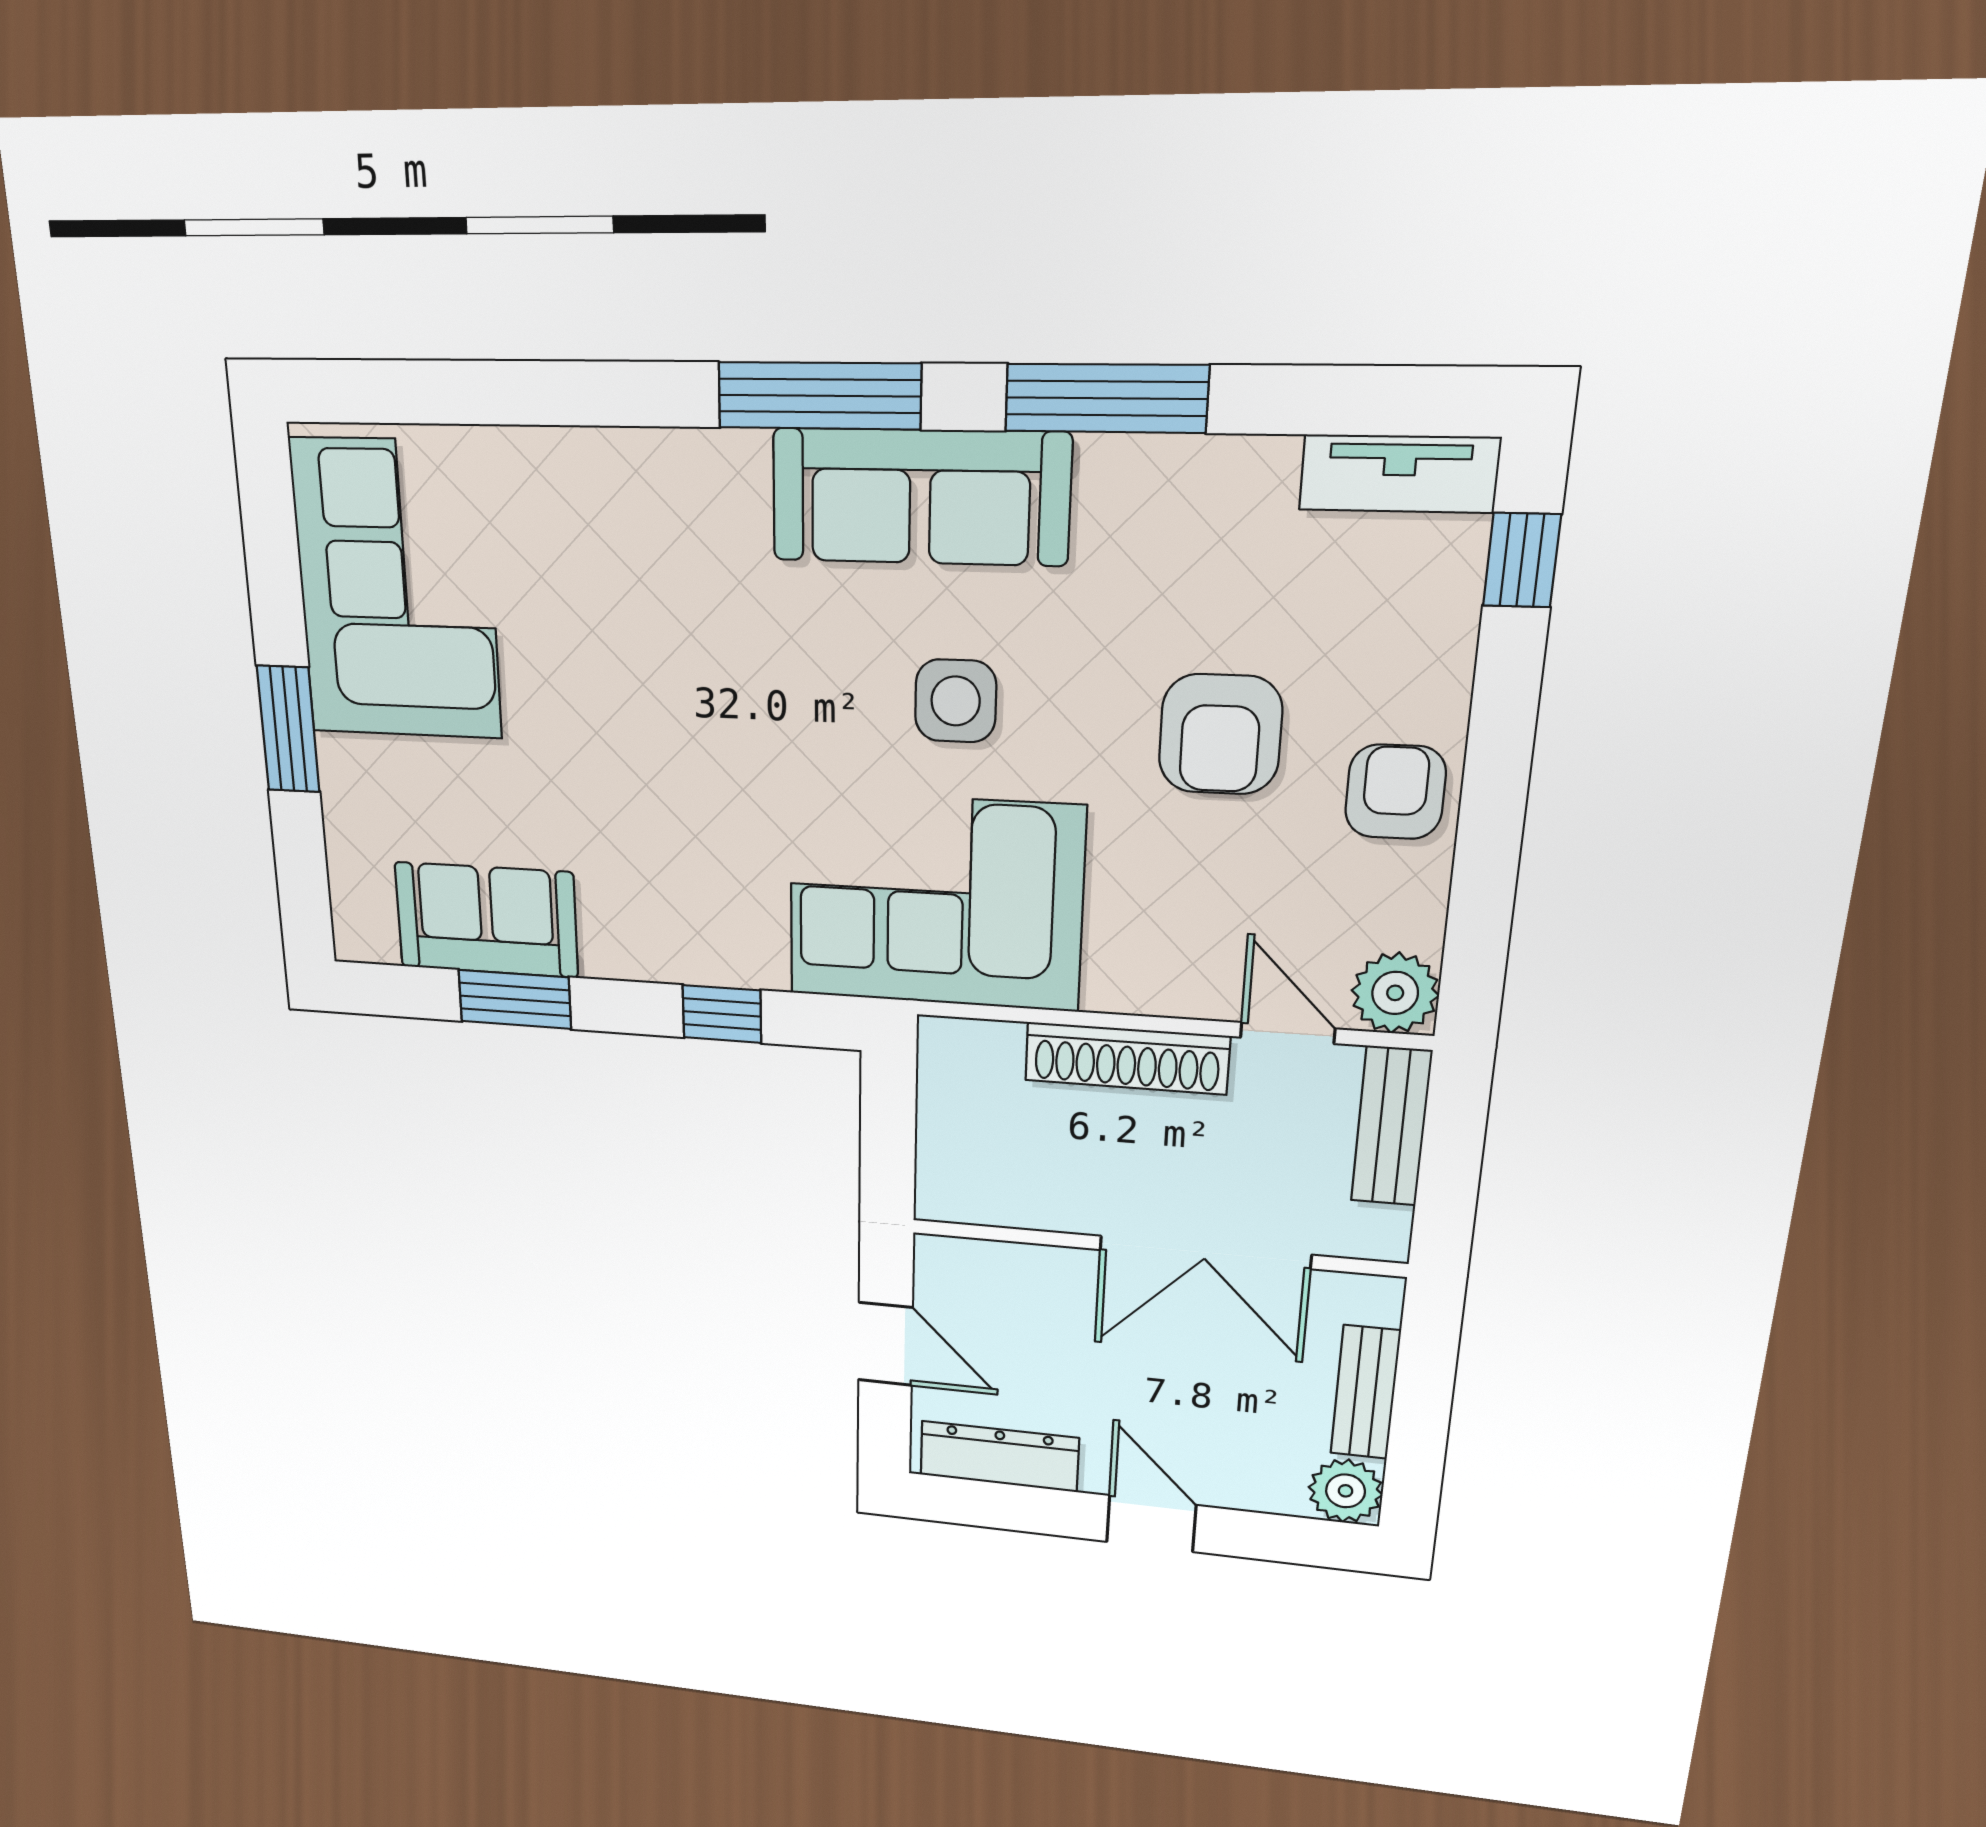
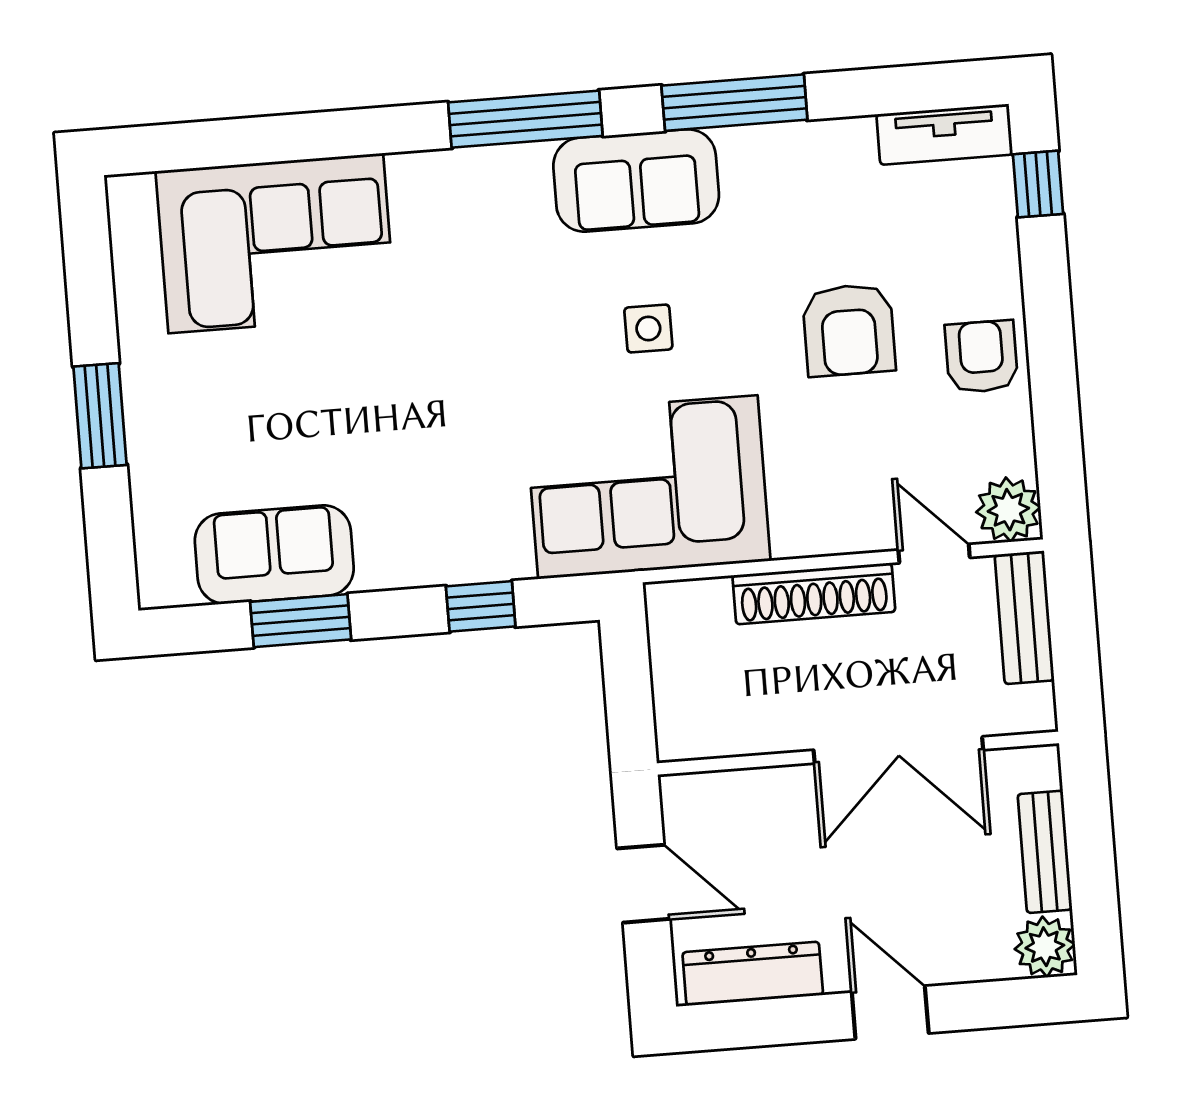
sofa: (920, 497) -> (636, 180), width x0.73
corner sofa: (396, 590) -> (276, 243), moved, turned 90
side table: (956, 701) -> (648, 328), width x0.73, depth x0.73

